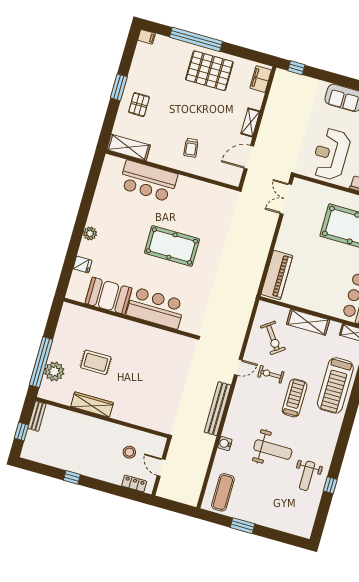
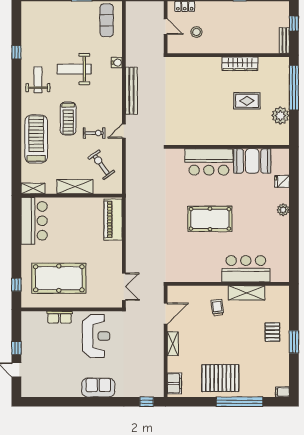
shelving: (128, 147) -> (247, 293), moved
plant: (54, 371) -> (280, 116), moved
weight bench: (307, 476) -> (38, 80), moved

